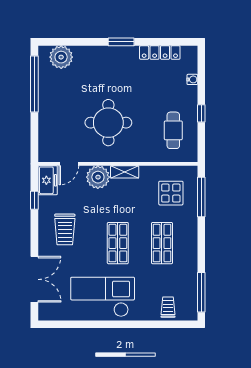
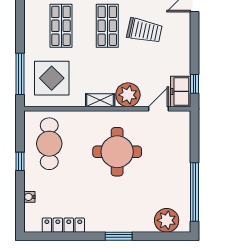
window: (121, 42) -> (119, 236), moved
cafe table: (173, 130) -> (49, 144), width x1.37, depth x1.35
display table: (171, 193) -> (52, 78), width x1.36, depth x1.36
window: (34, 200) -> (194, 84), moved
trolley: (65, 229) -> (144, 31), moved, turned 102

